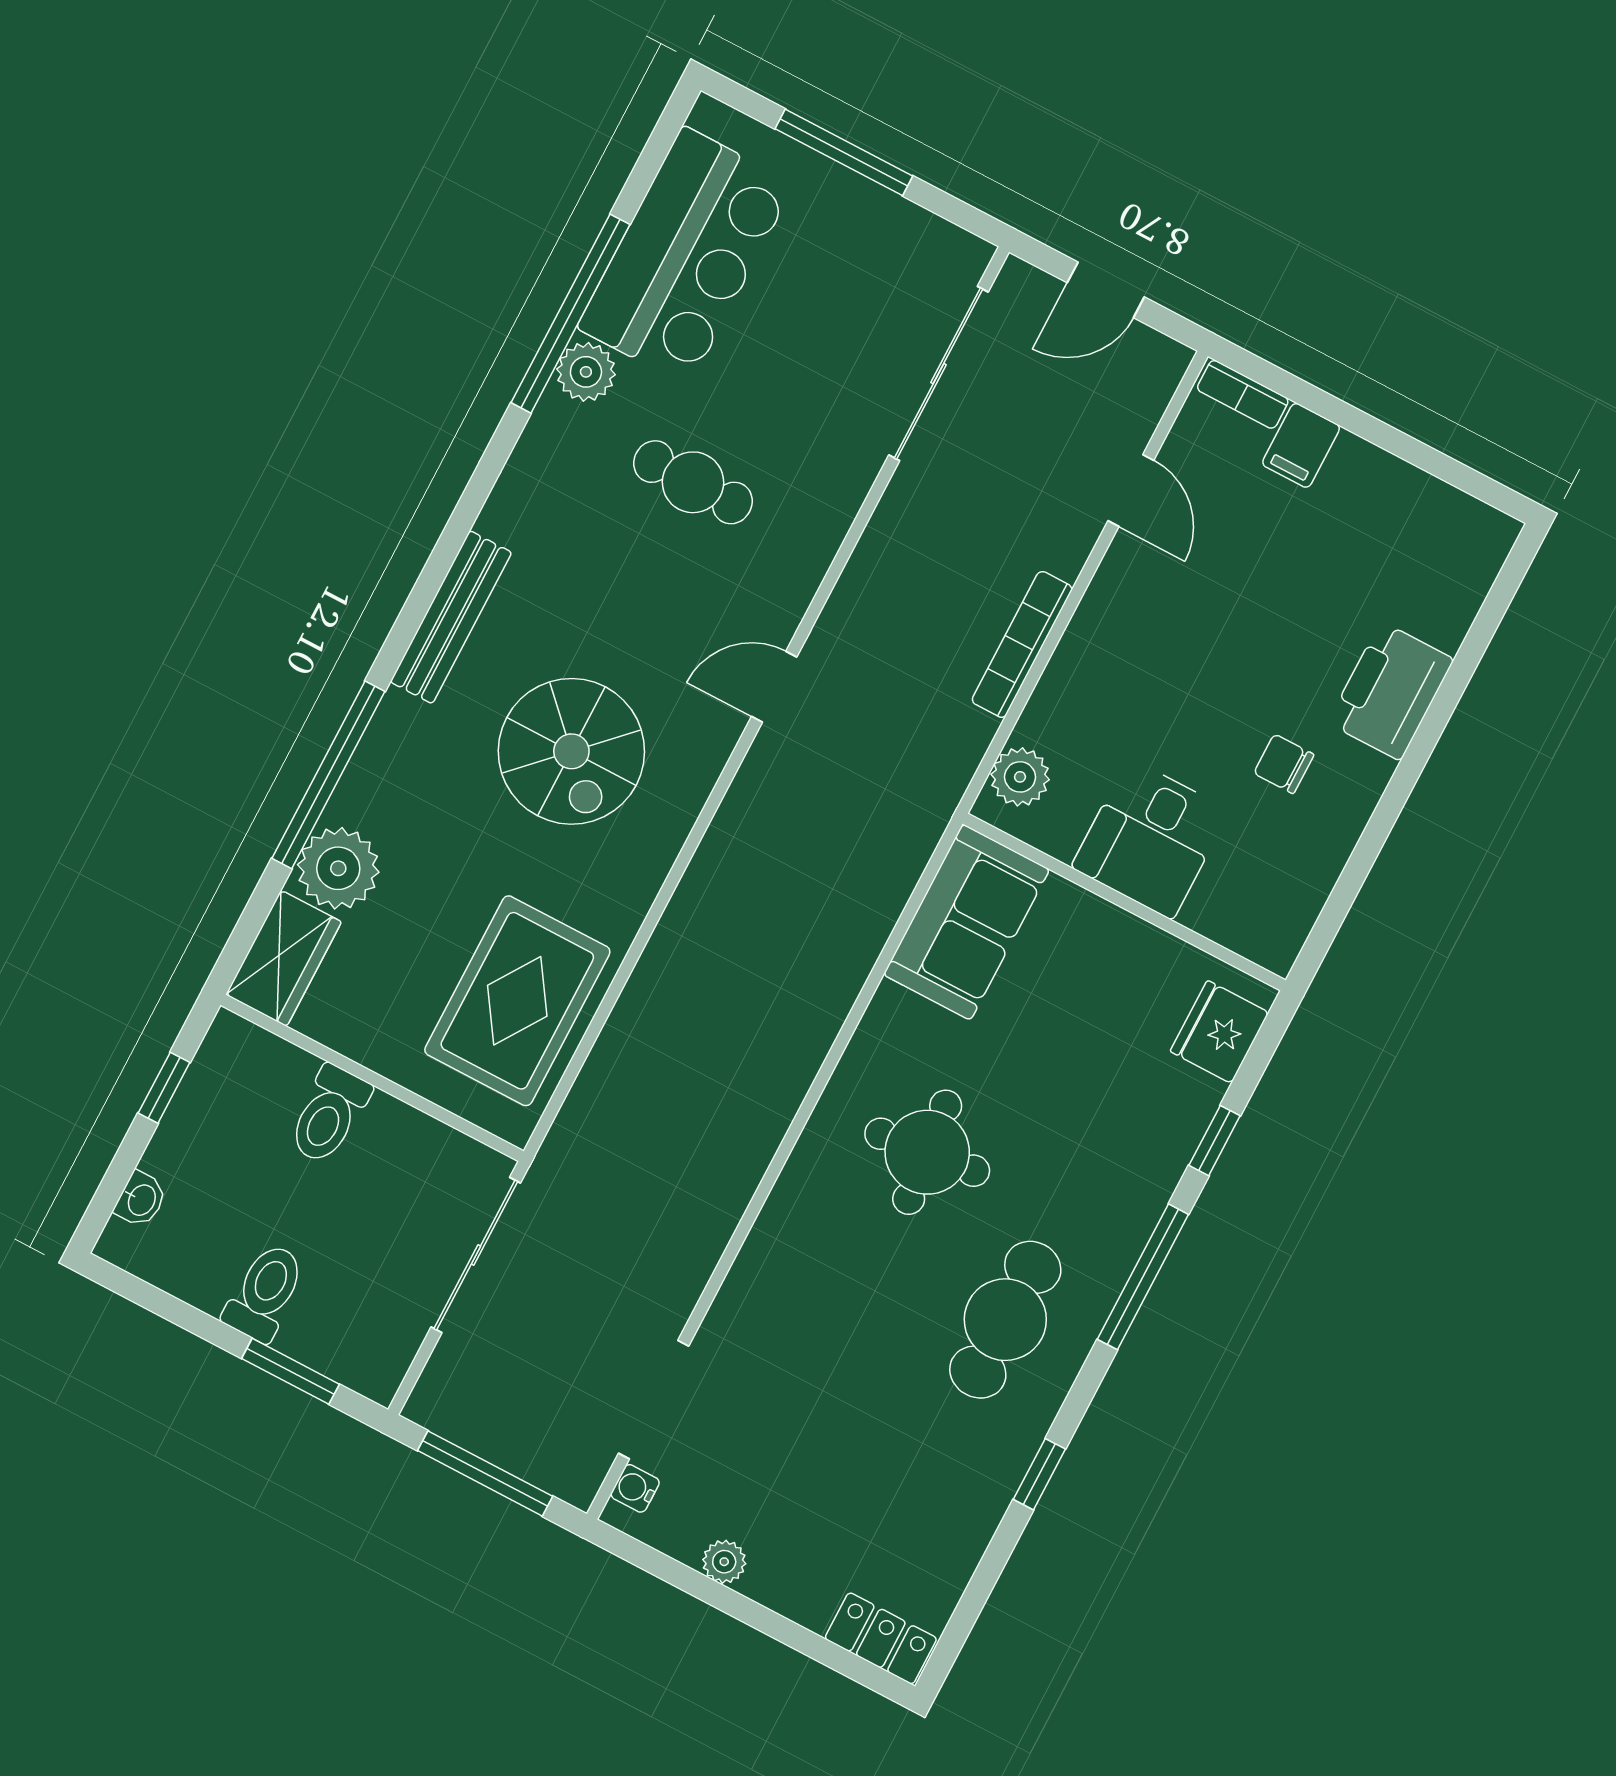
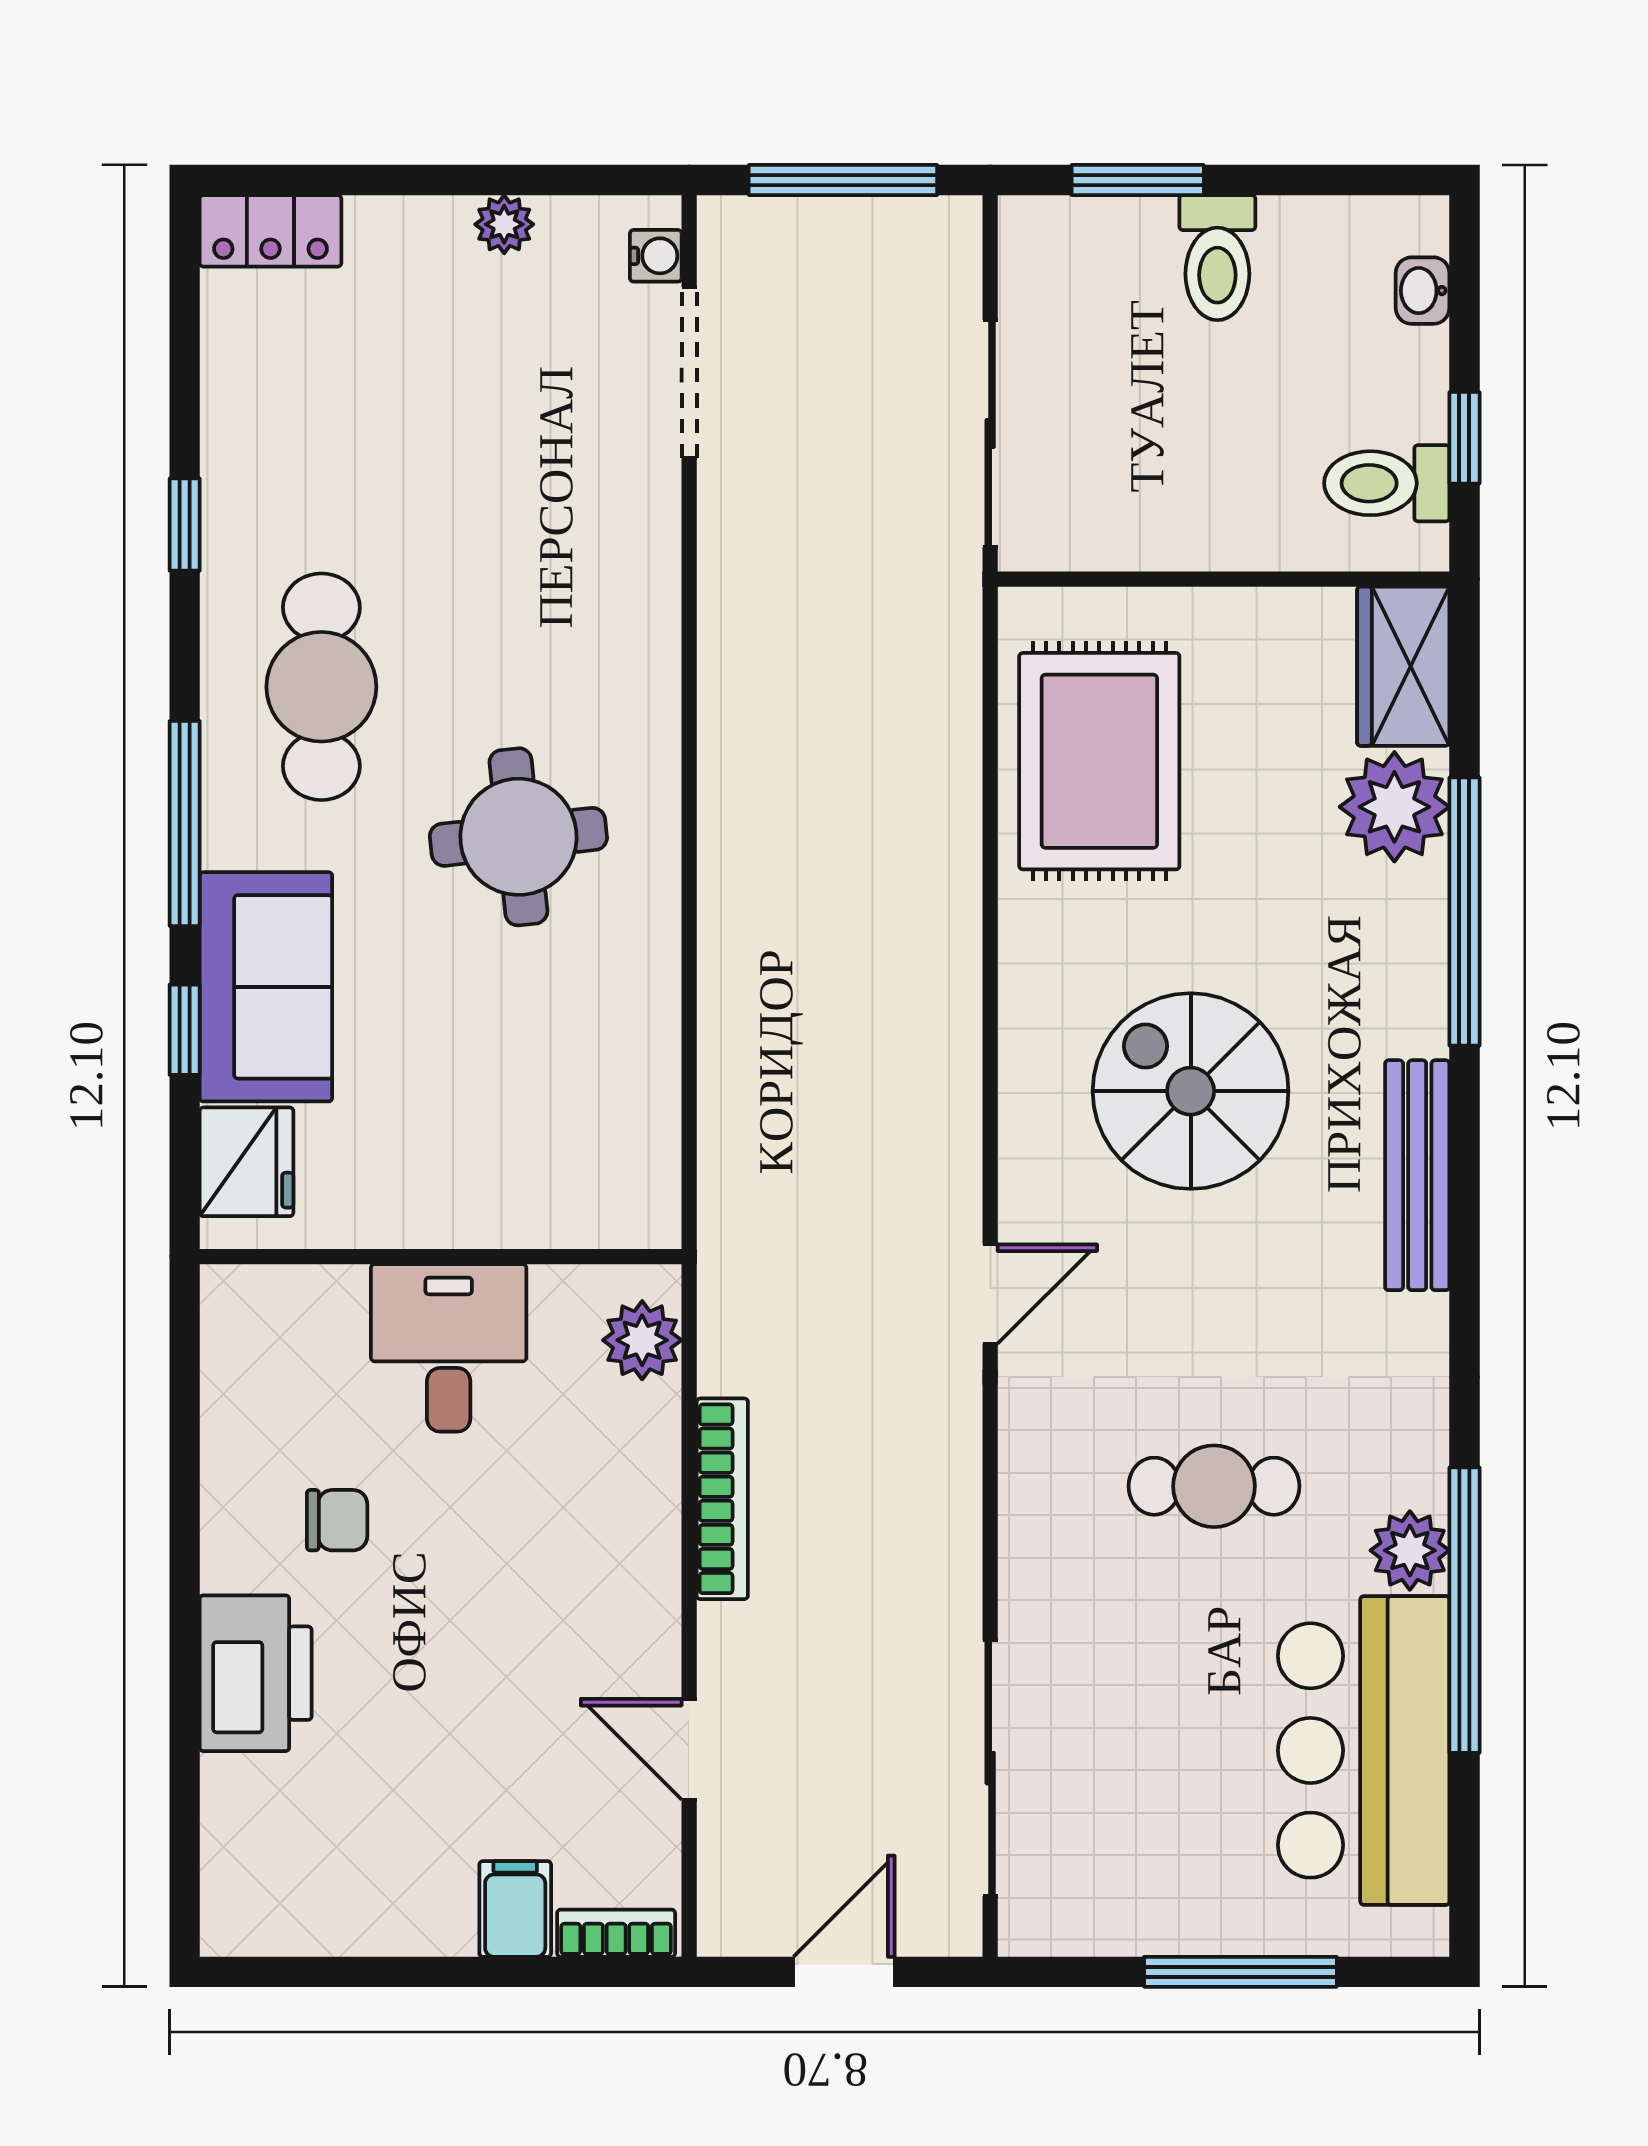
sofa: (966, 922) -> (266, 987), moved, turned 180
toilet: (329, 1115) -> (1387, 483), moved, turned -90

